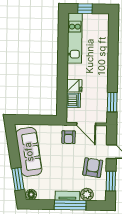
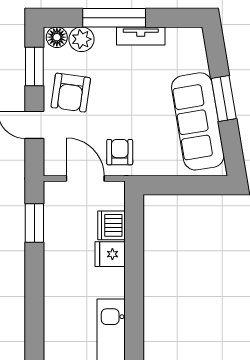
window: (18, 179) -> (224, 99), moved
floor lamp: (31, 195) -> (57, 37), moved
tv unit: (67, 196) -> (141, 36), moved

